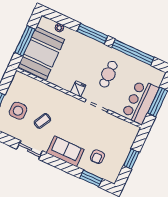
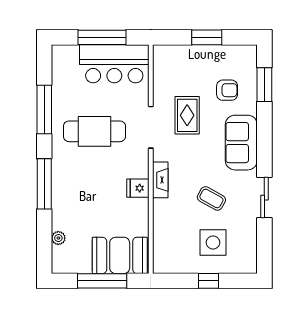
window: (133, 52) -> (44, 110), width x0.68
booth: (41, 53) -> (120, 255), width x0.73, depth x0.70
cafe table: (108, 74) -> (94, 131), width x1.37, depth x1.35
fridge: (78, 89) -> (138, 188), moved
fireplace: (65, 98) -> (160, 180), added
rug: (94, 129) -> (187, 115), added

